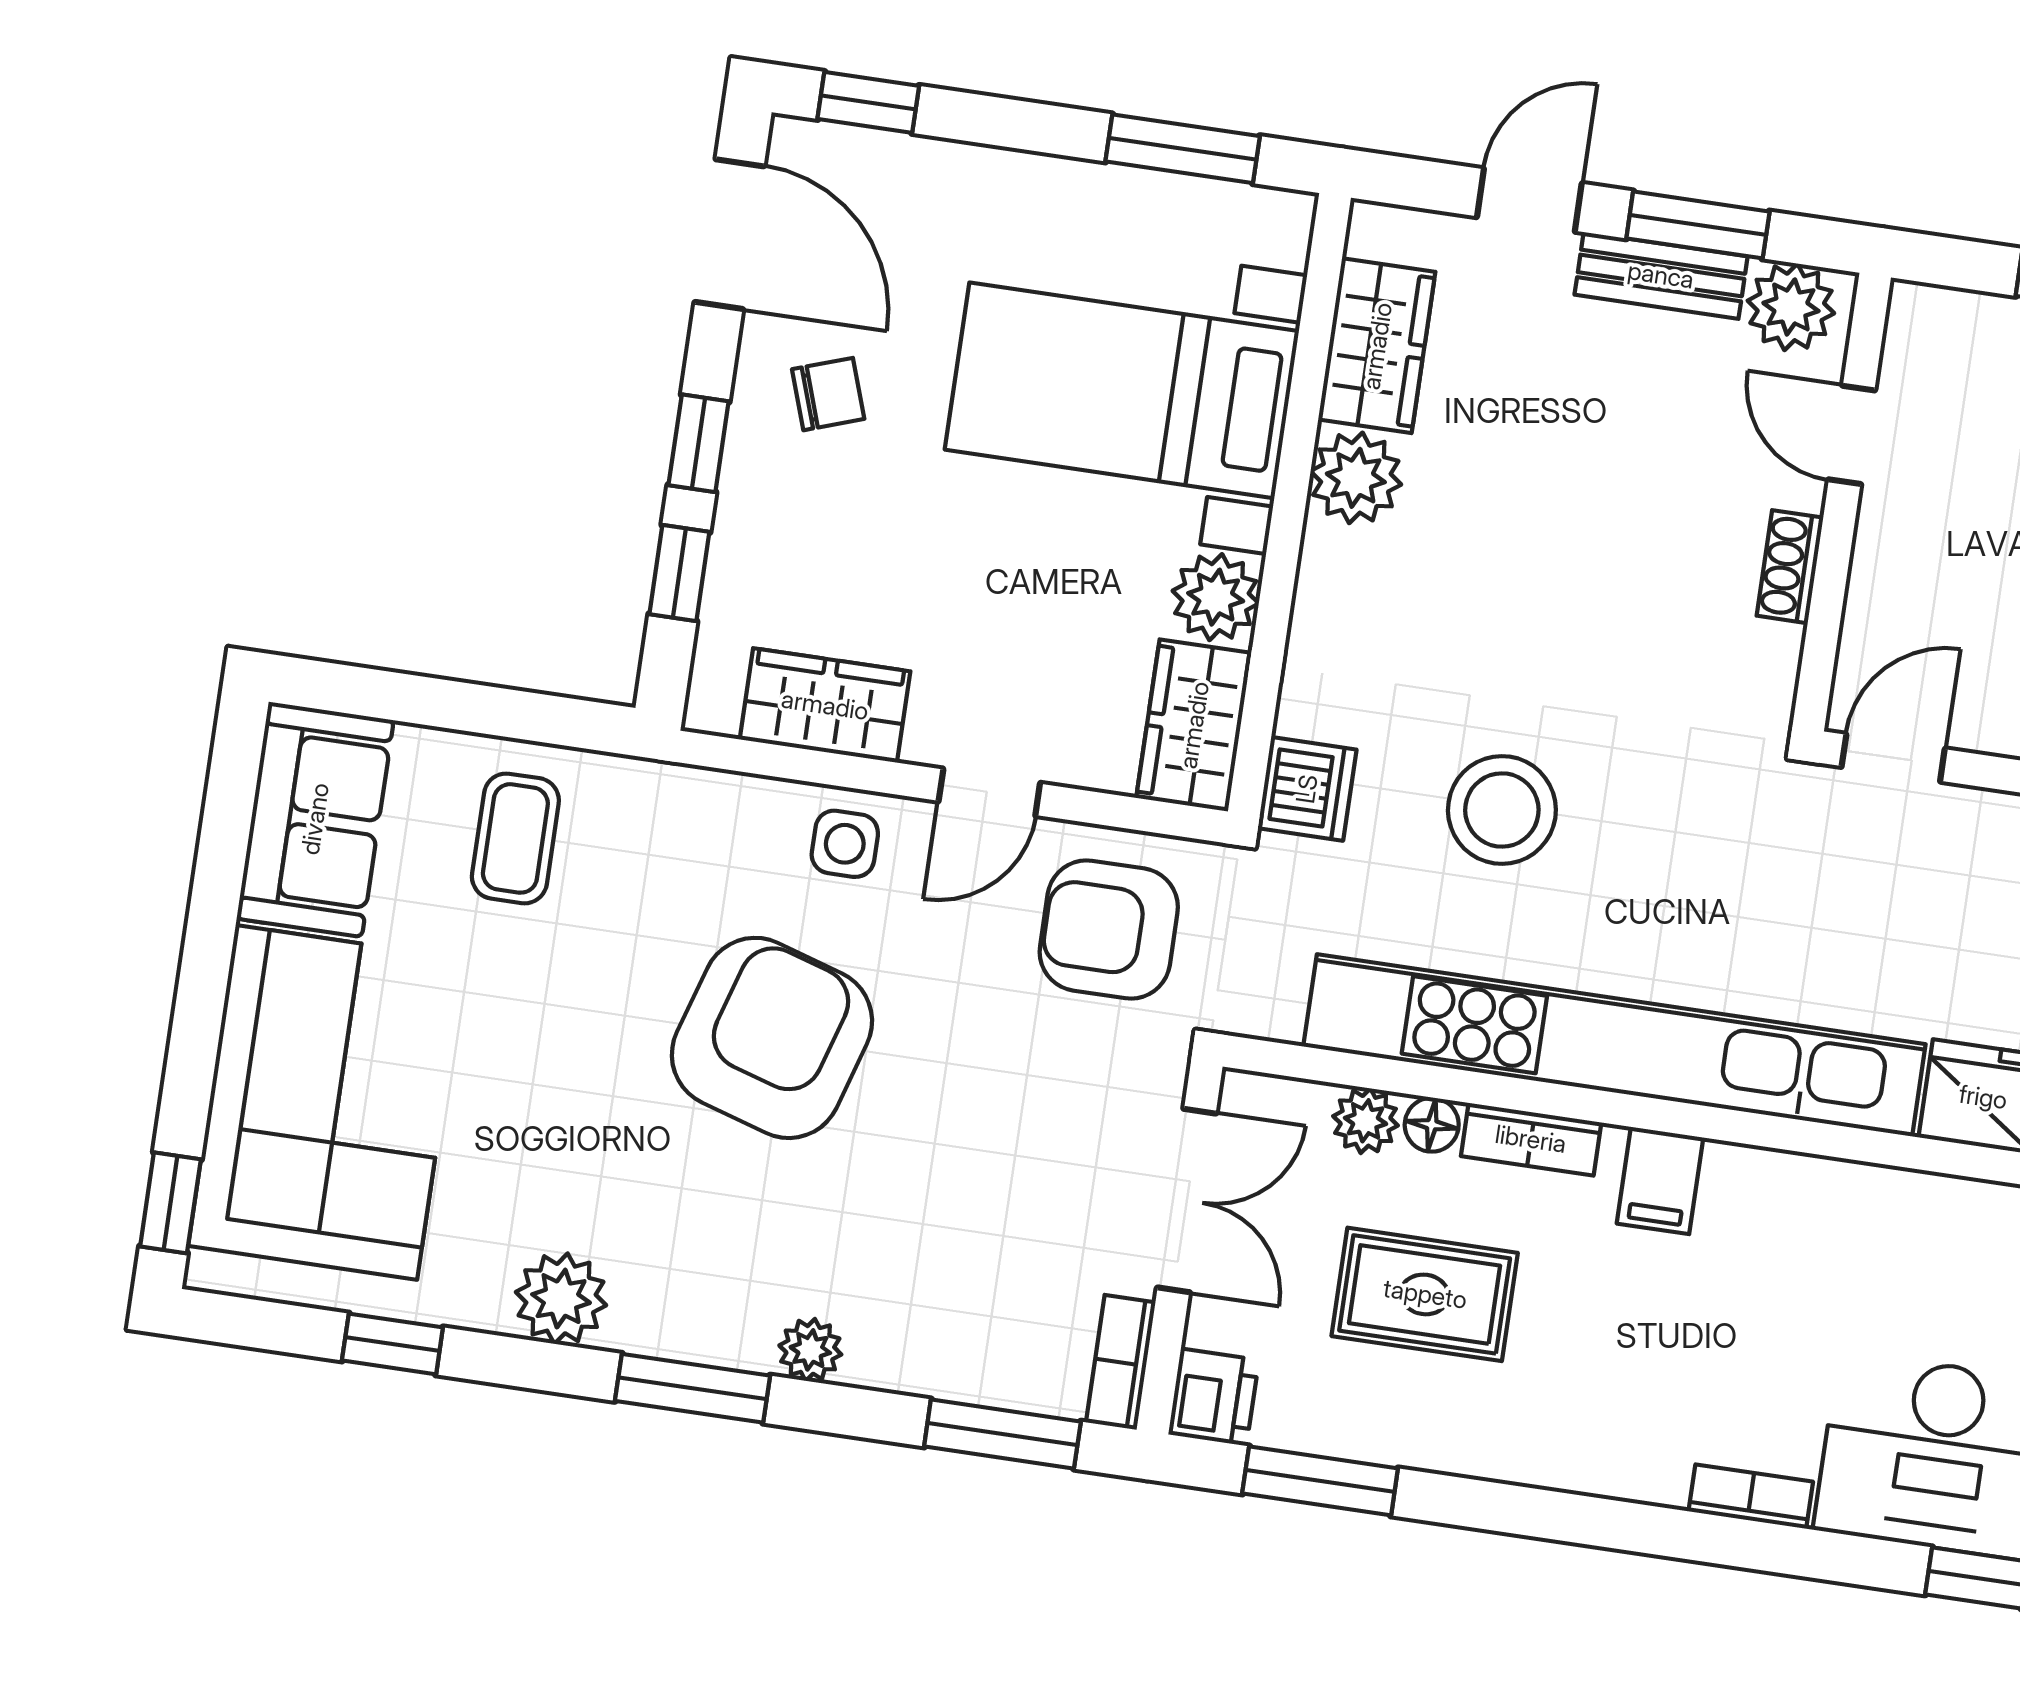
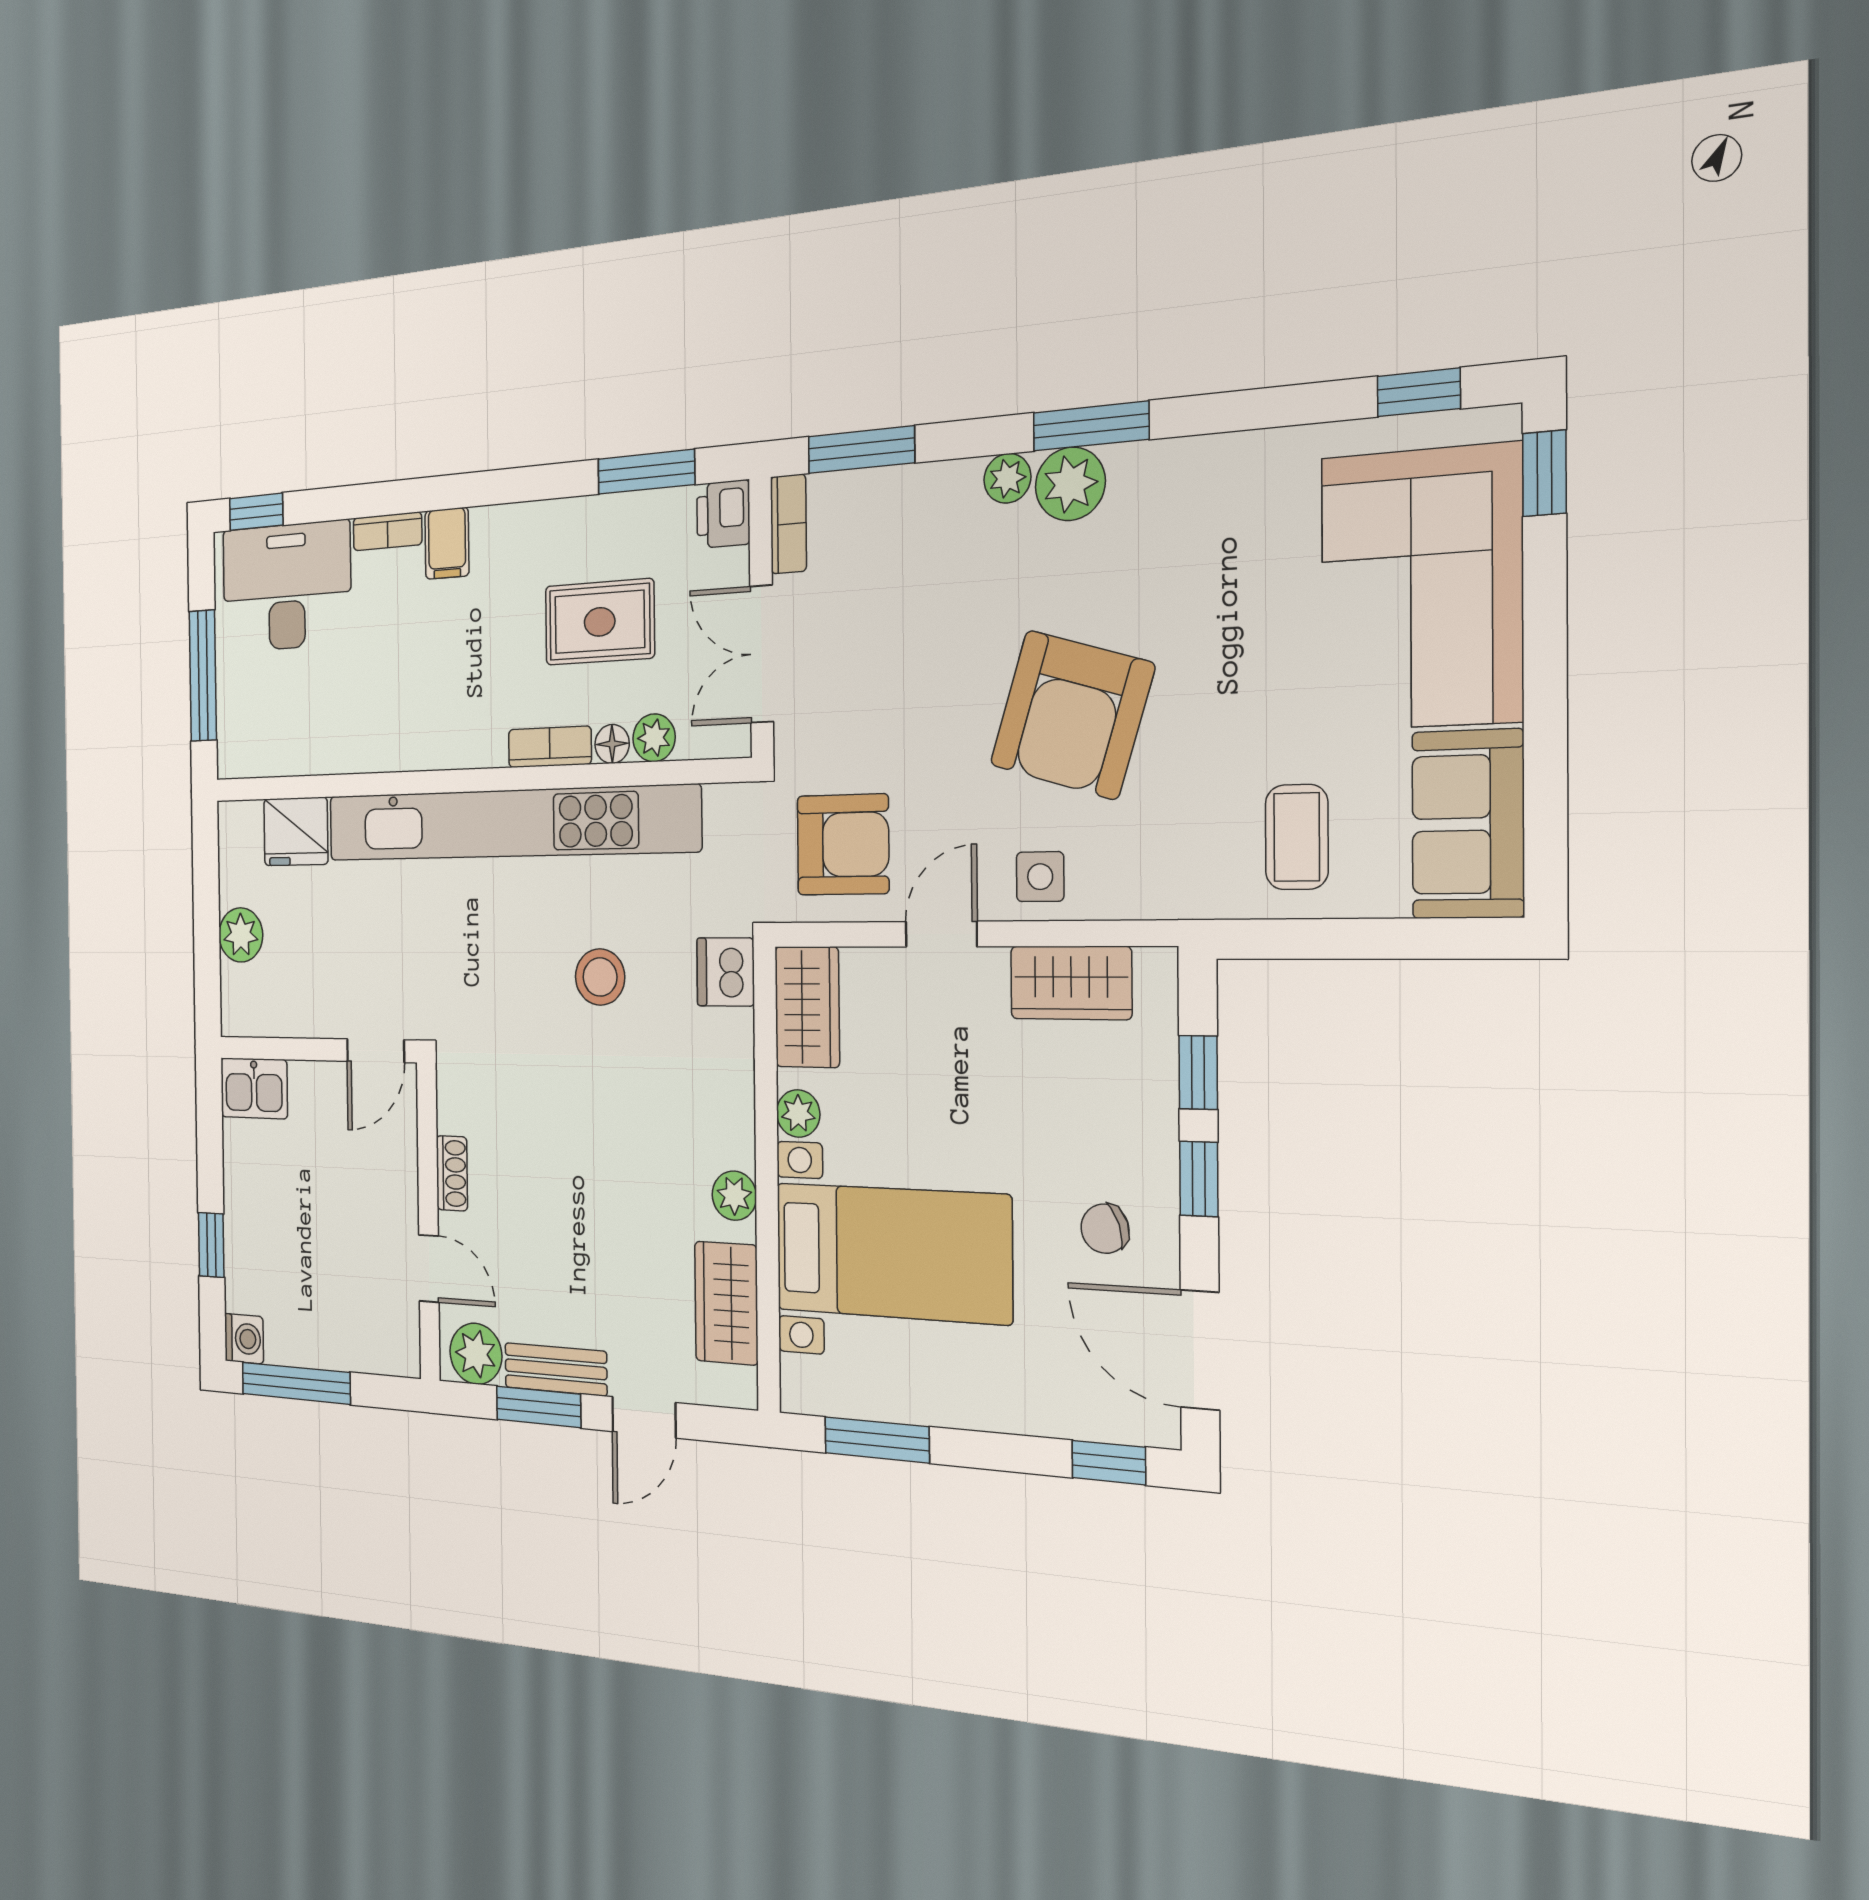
plant: (1356, 478) -> (734, 1196), width x0.73, depth x0.73
plant: (1216, 597) -> (798, 1113), width x0.73, depth x0.73
stool: (1502, 810) -> (600, 977), width x0.73, depth x0.73
filing cabinet: (1660, 1181) -> (447, 543), moved, turned 180
plant: (561, 1299) -> (1070, 484), moved
window: (392, 1344) -> (1419, 392), moved

